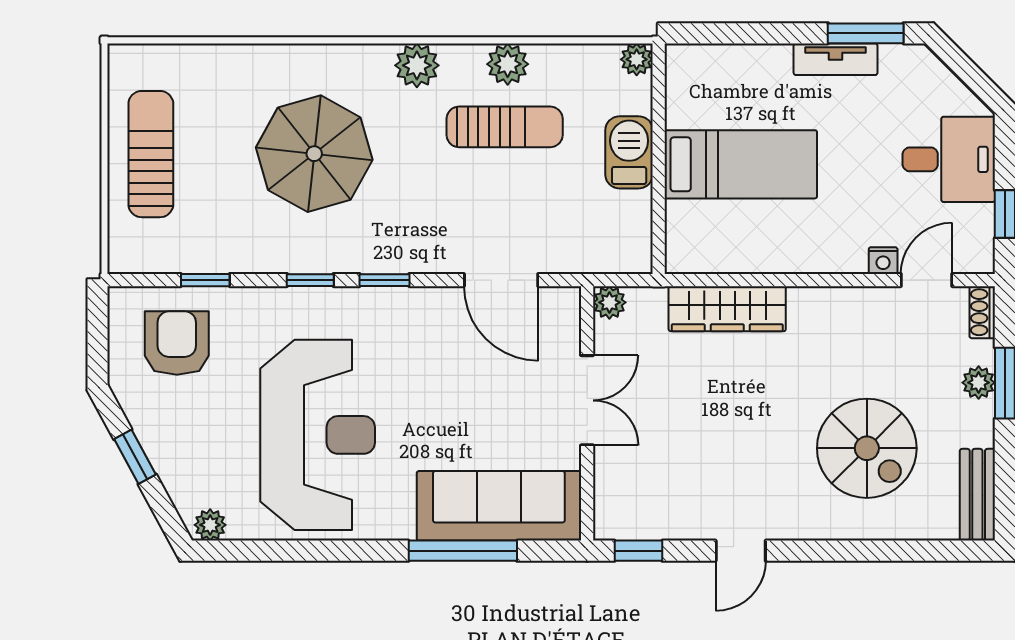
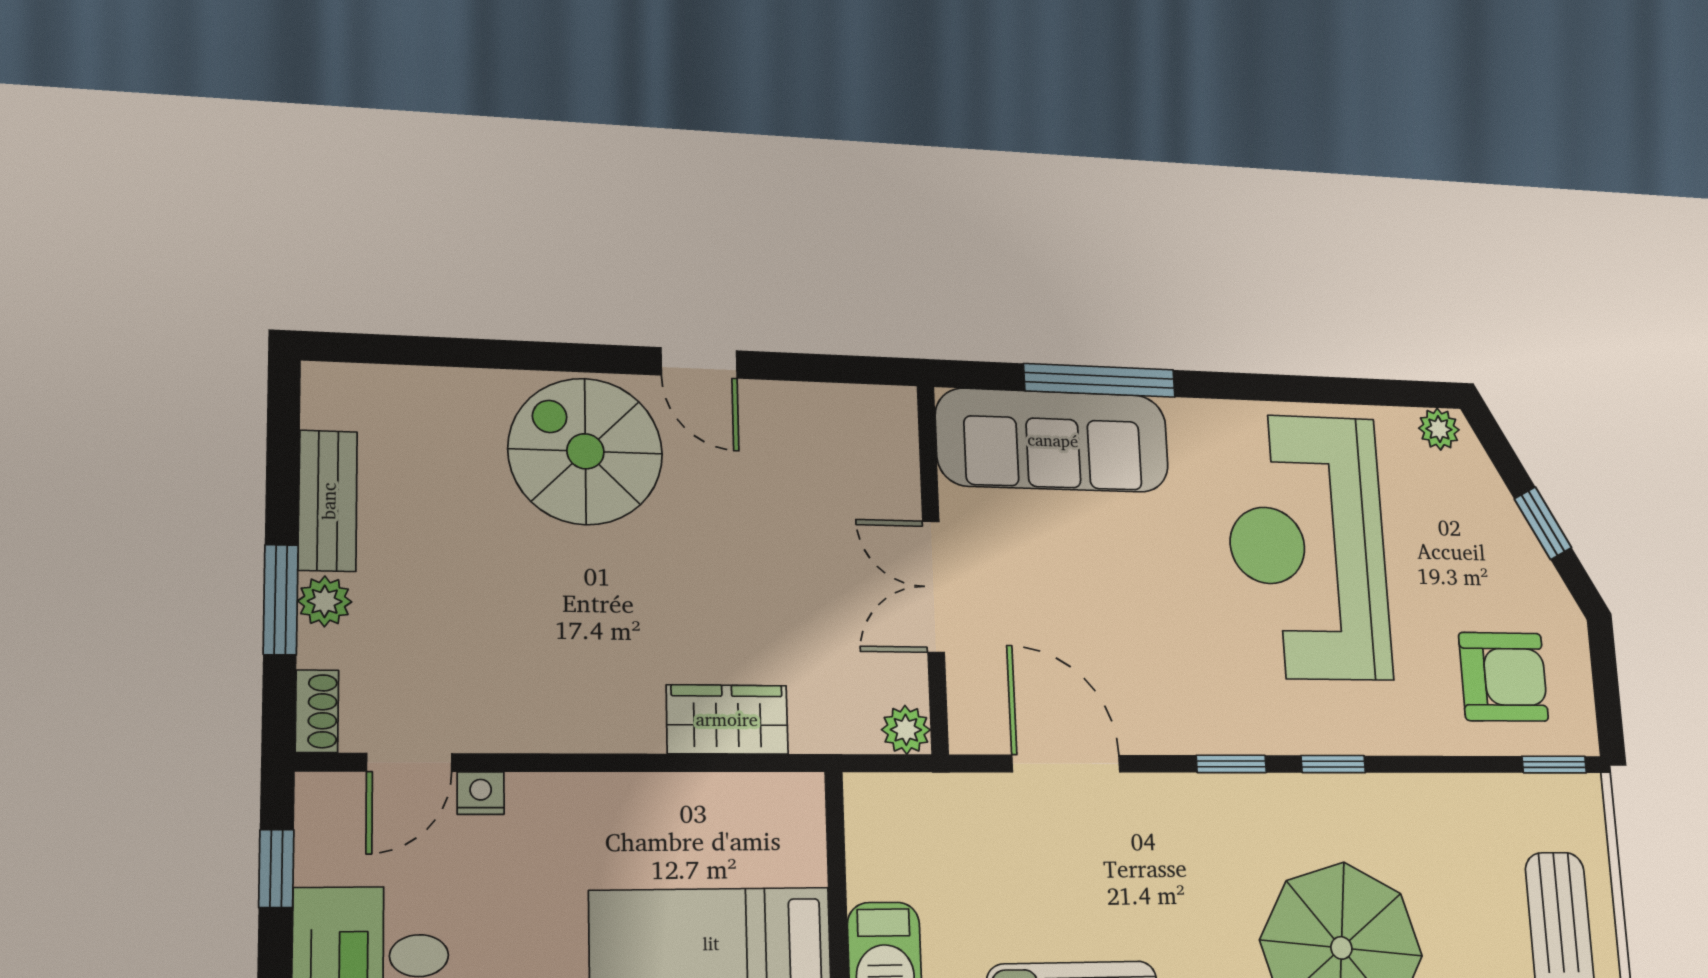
window: (205, 280) -> (1554, 765), moved
wardrobe: (727, 309) -> (727, 719), width x0.67
armchair: (177, 343) -> (1503, 677), turned -90
spiral stairs: (867, 448) -> (585, 451), moved
bench: (977, 495) -> (328, 501), moved
window: (638, 551) -> (850, 369), removed
door: (741, 551) -> (699, 363), swing flipped

